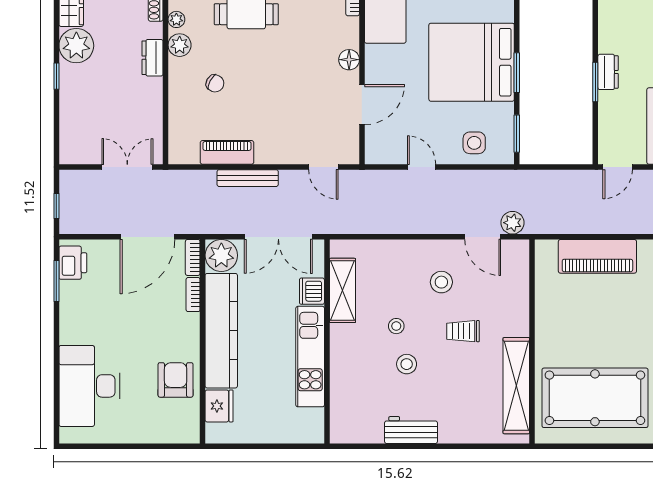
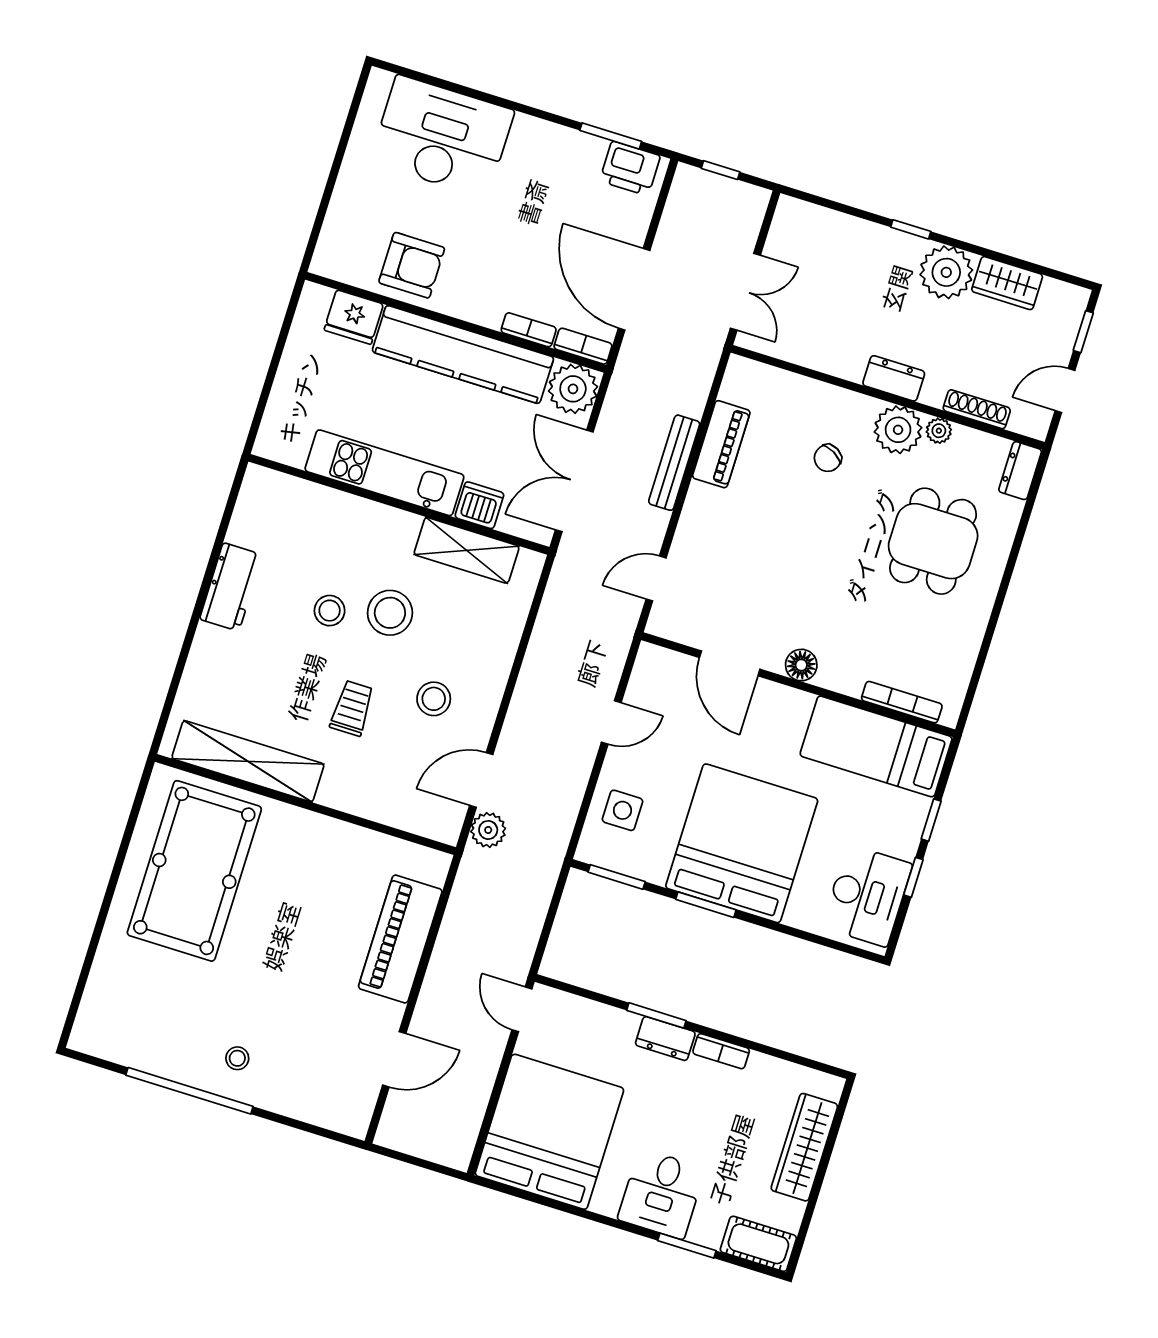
bookcase: (605, 35) -> (721, 1051), added
plant: (180, 45) -> (898, 430), width x1.36, depth x1.36
stool: (396, 326) -> (390, 613), width x1.89, depth x1.89

